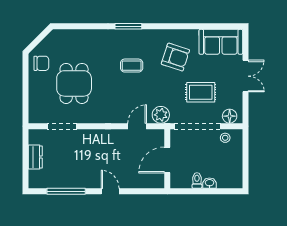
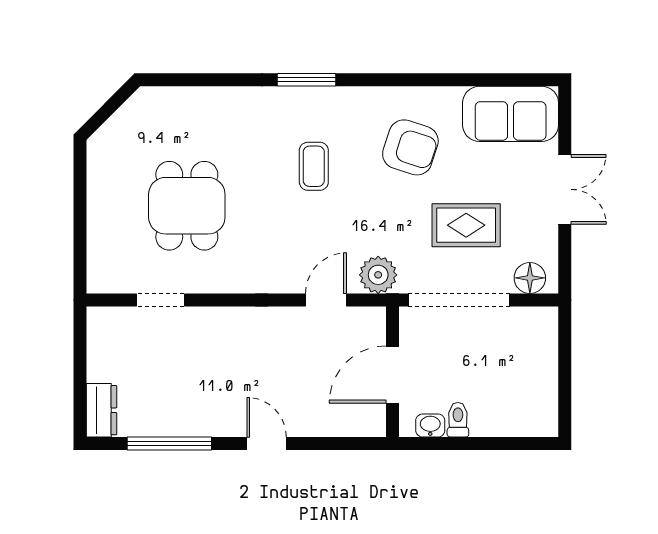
chair: (41, 63) -> (115, 161), removed
coffee table: (132, 66) -> (314, 166), turned 90
doorway: (62, 126) -> (160, 300), width x0.73
stool: (225, 138) -> (520, 326), removed
dresser: (35, 157) -> (101, 410), moved
washbasin: (209, 183) -> (430, 425), moved

